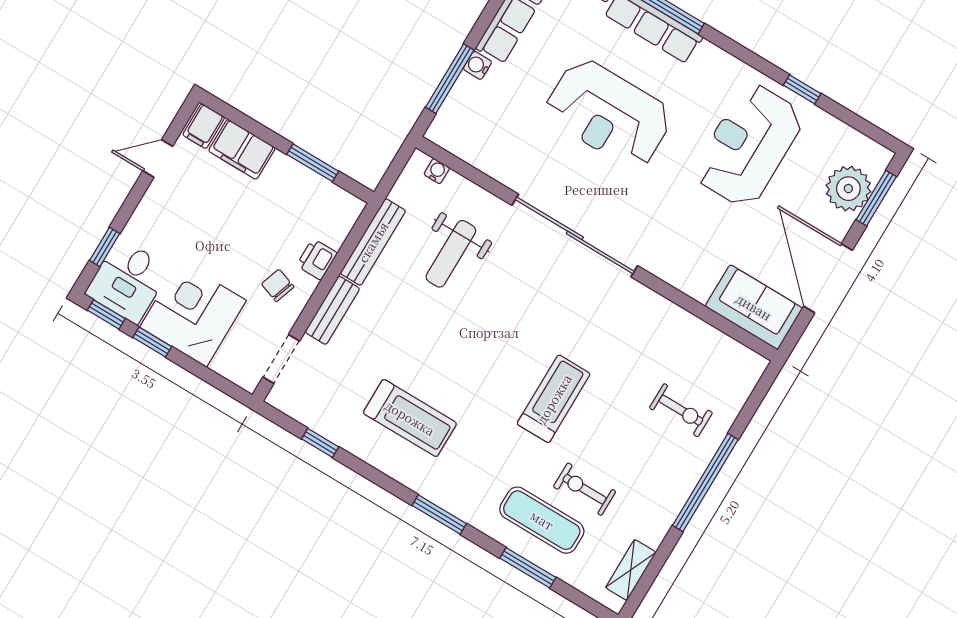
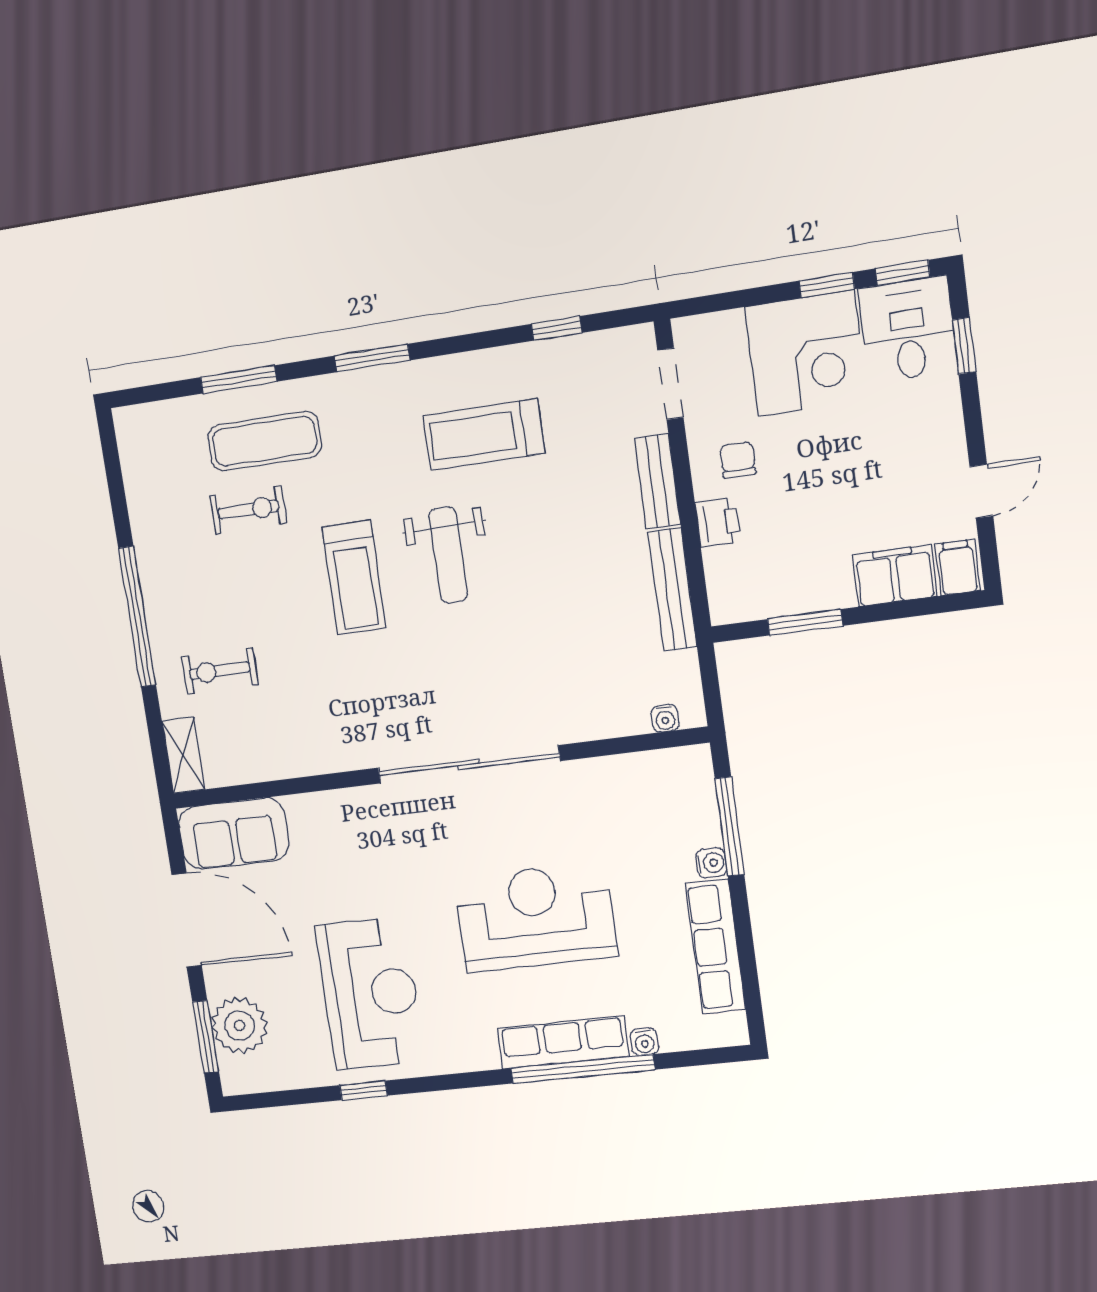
weight bench: (451, 254) -> (448, 555), moved, turned 180
chair: (278, 285) -> (738, 460), turned -109
shelving: (631, 570) -> (183, 755), moved

